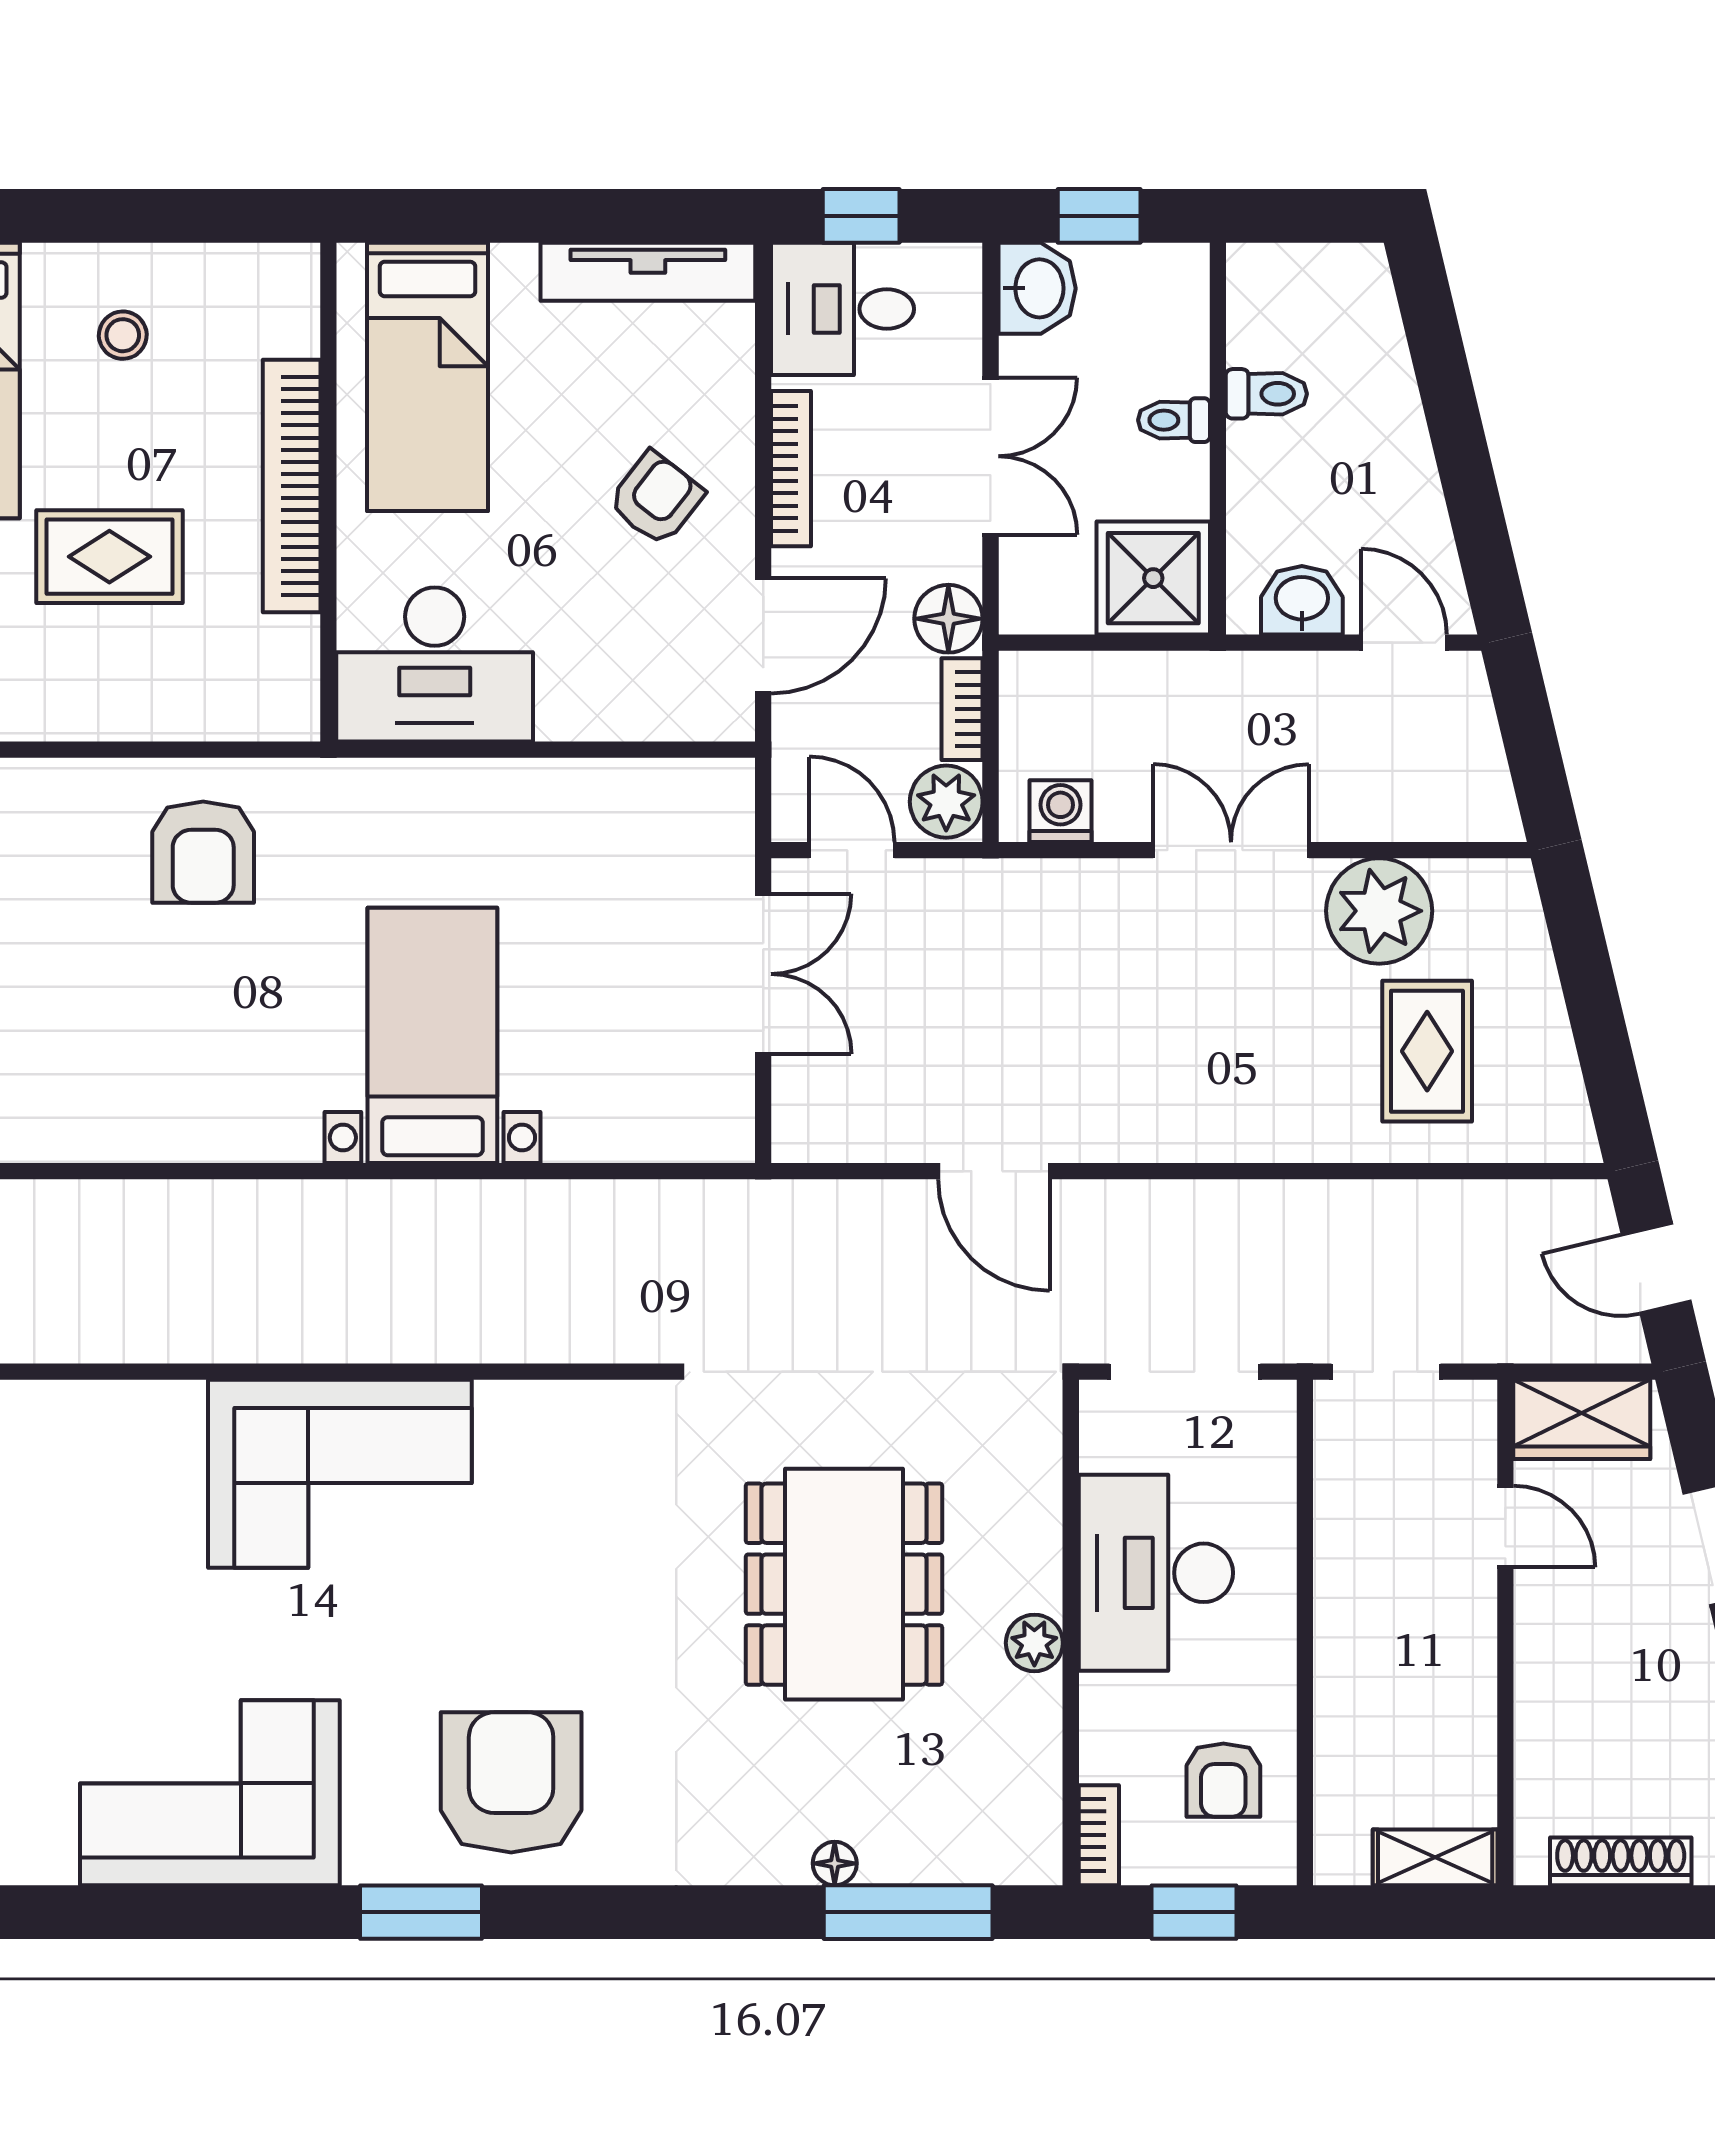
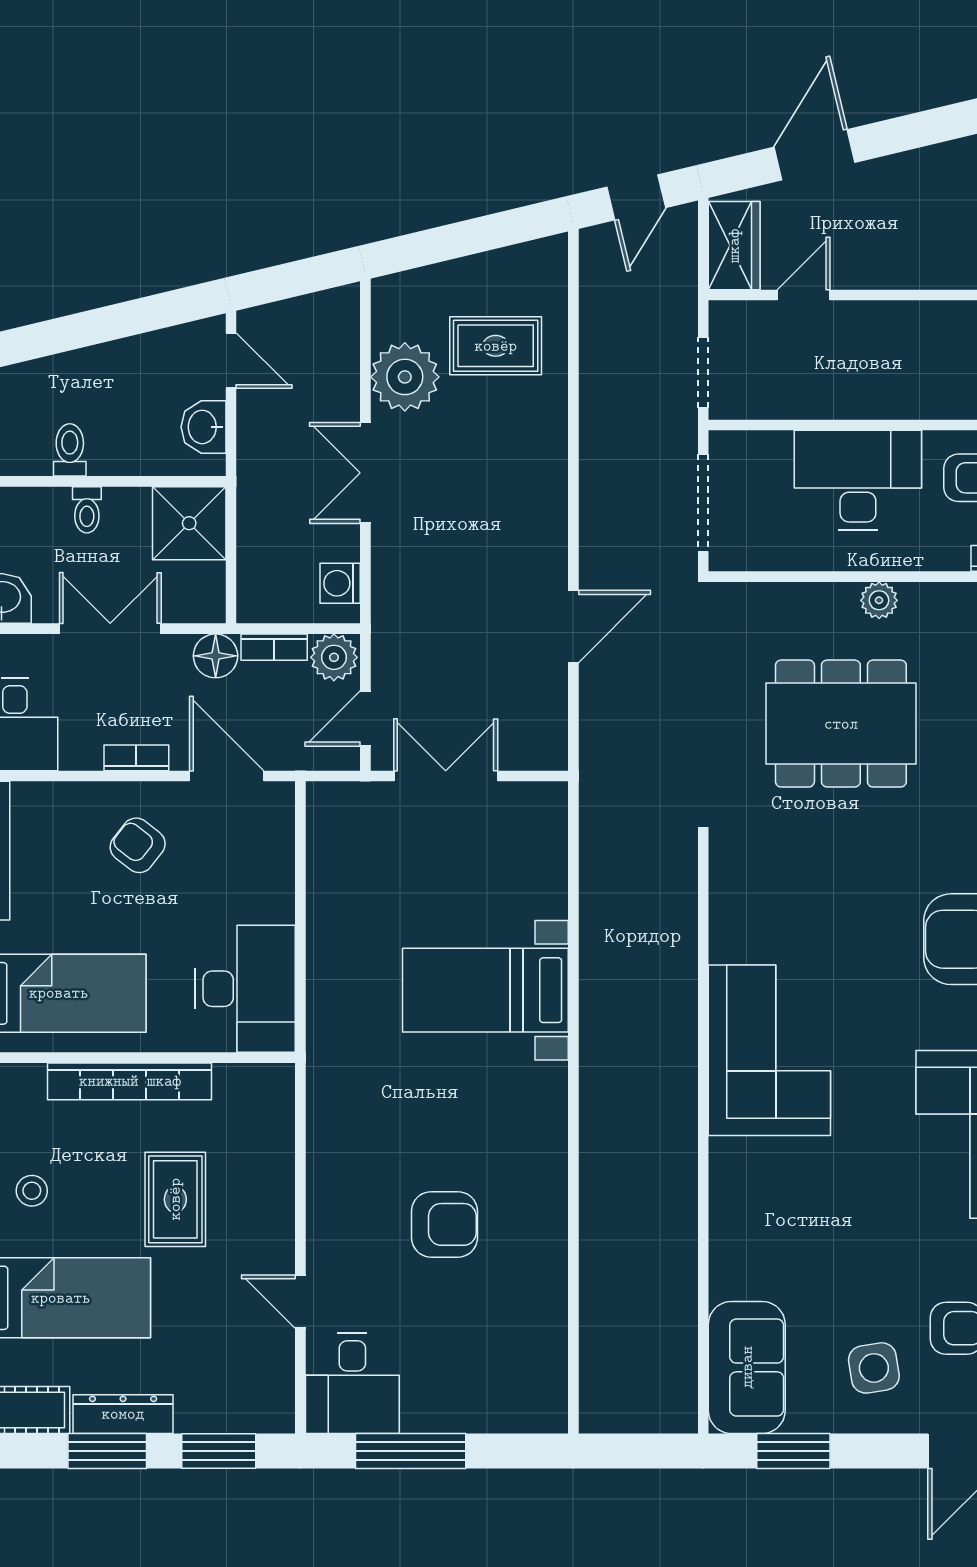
bookcase: (791, 469) -> (136, 758), width x0.64
door: (1404, 643) -> (231, 361), swing flipped
armchair: (203, 852) -> (444, 1224), moved
desk: (1156, 1573) -> (858, 480), moved, turned 180

